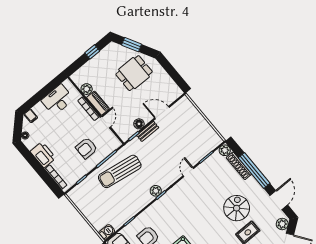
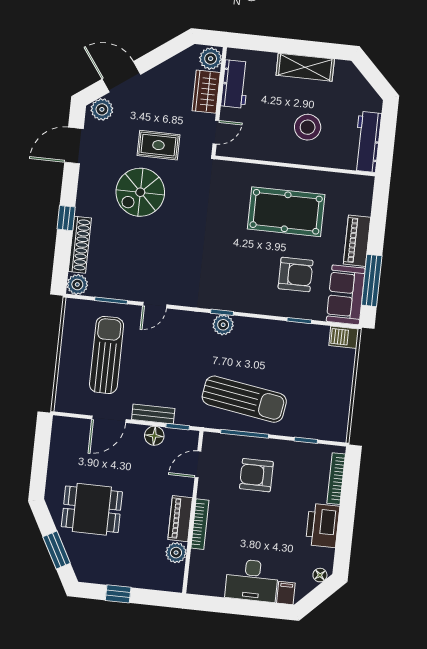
desk: (58, 100) -> (252, 580), moved
door: (162, 113) -> (109, 419), hinge flipped
door: (106, 122) -> (198, 464), moved
sun lounger: (187, 135) -> (107, 355), added
armchair: (86, 148) -> (256, 475), turned 180
window: (254, 170) -> (66, 218), width x0.32

